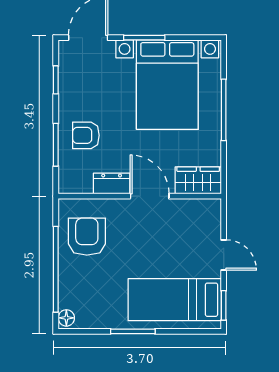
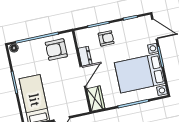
armchair: (86, 135) -> (106, 38), turned 90
armchair: (87, 237) -> (56, 50), turned 180

